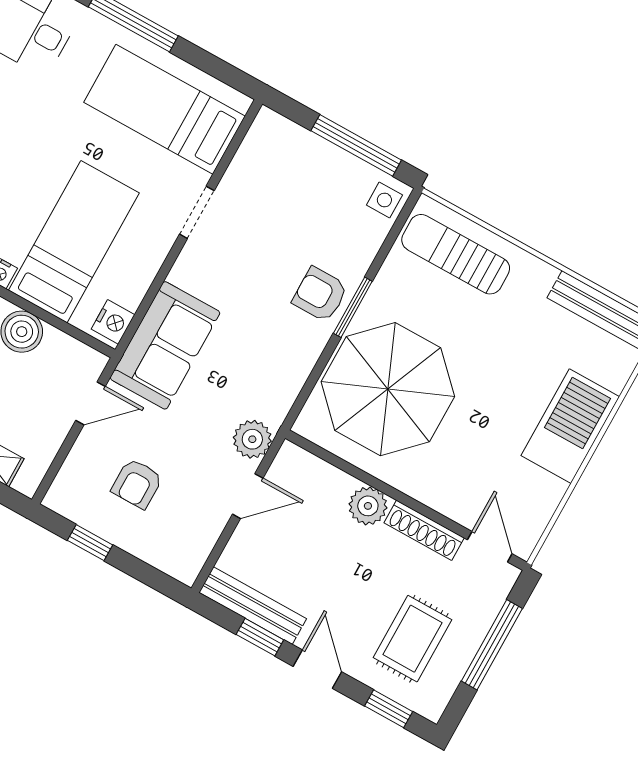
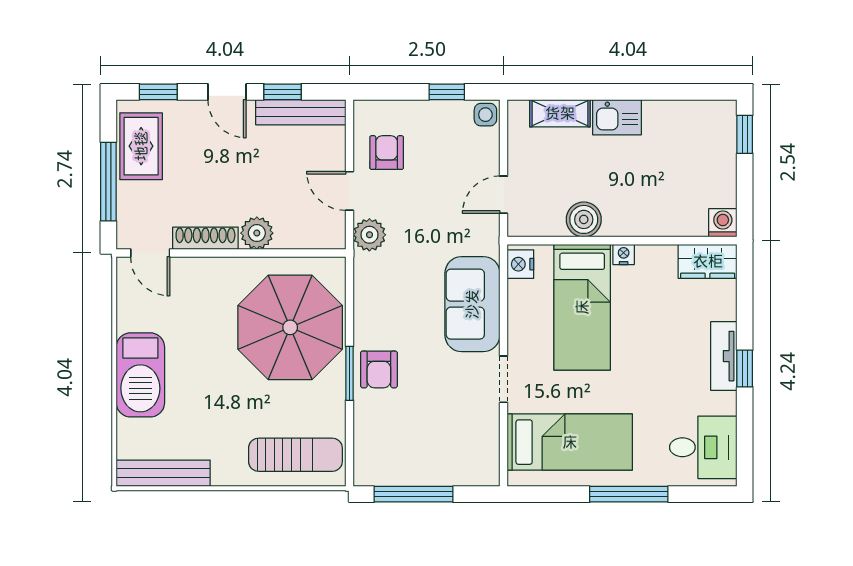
side table: (384, 200) -> (485, 115), moved
armchair: (320, 294) -> (379, 369), turned 90
sofa: (165, 345) -> (472, 304), moved
armchair: (137, 484) -> (387, 153), moved
door: (248, 496) -> (350, 191), hinge flipped
rug: (412, 639) -> (141, 146), moved

